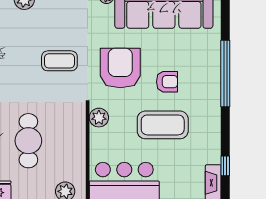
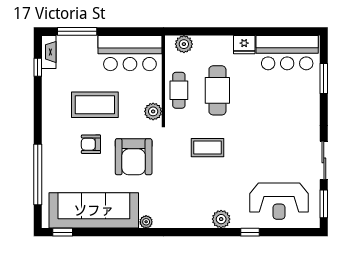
coffee table: (59, 61) -> (207, 148), moved
window: (225, 73) -> (38, 174), moved
cafe table: (71, 141) -> (179, 90), added

